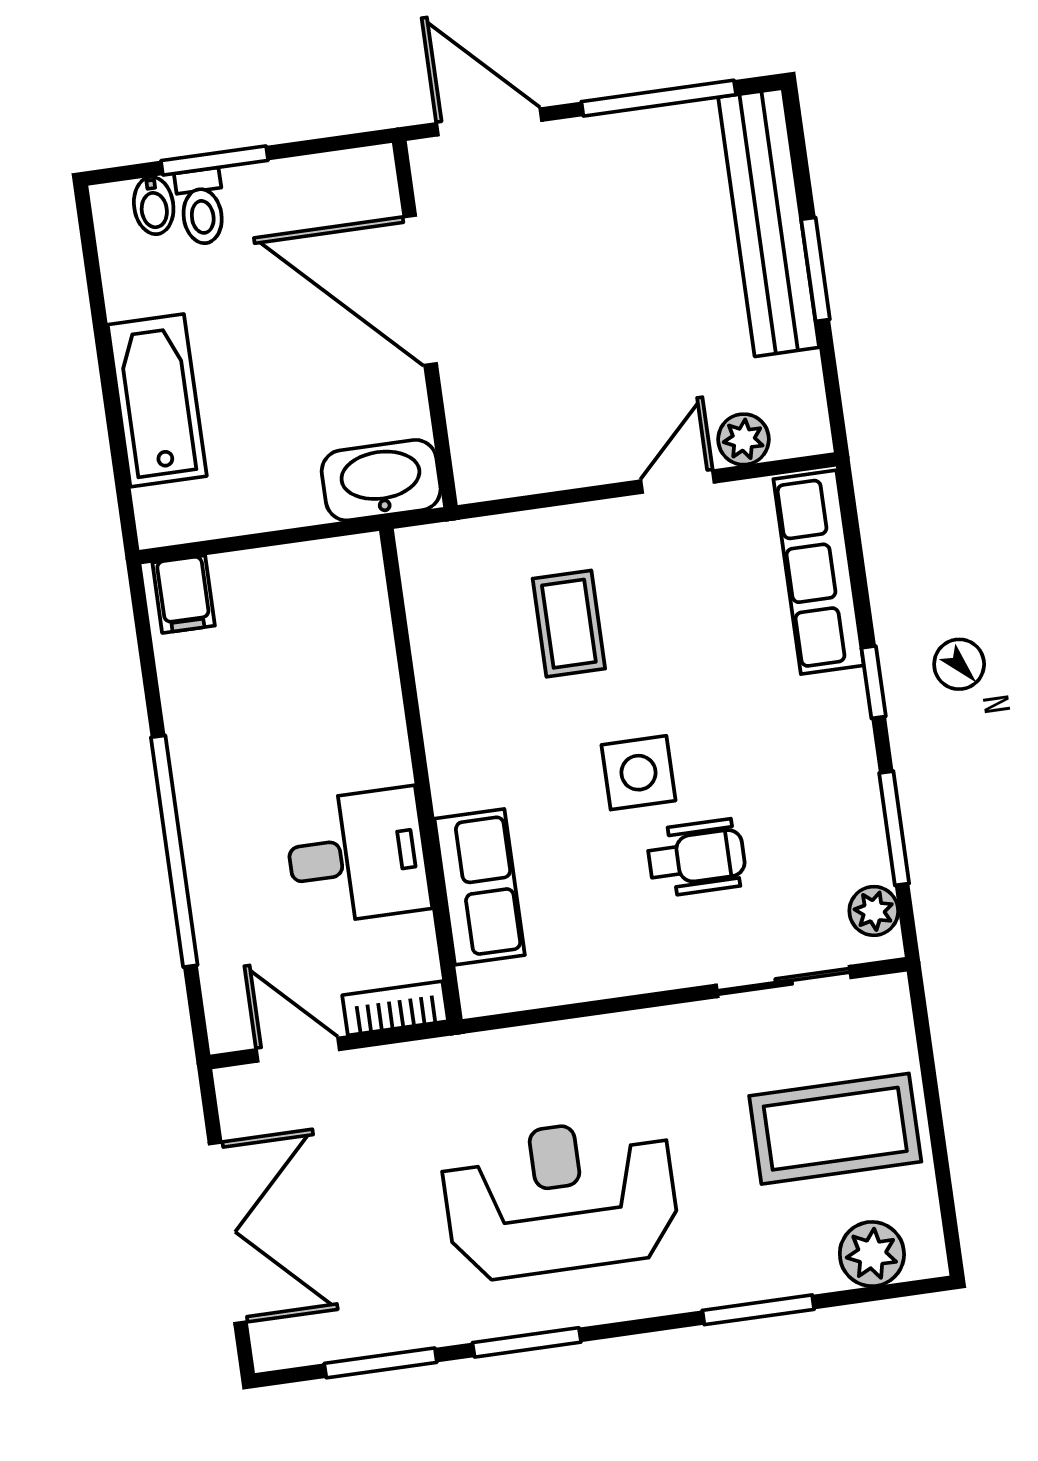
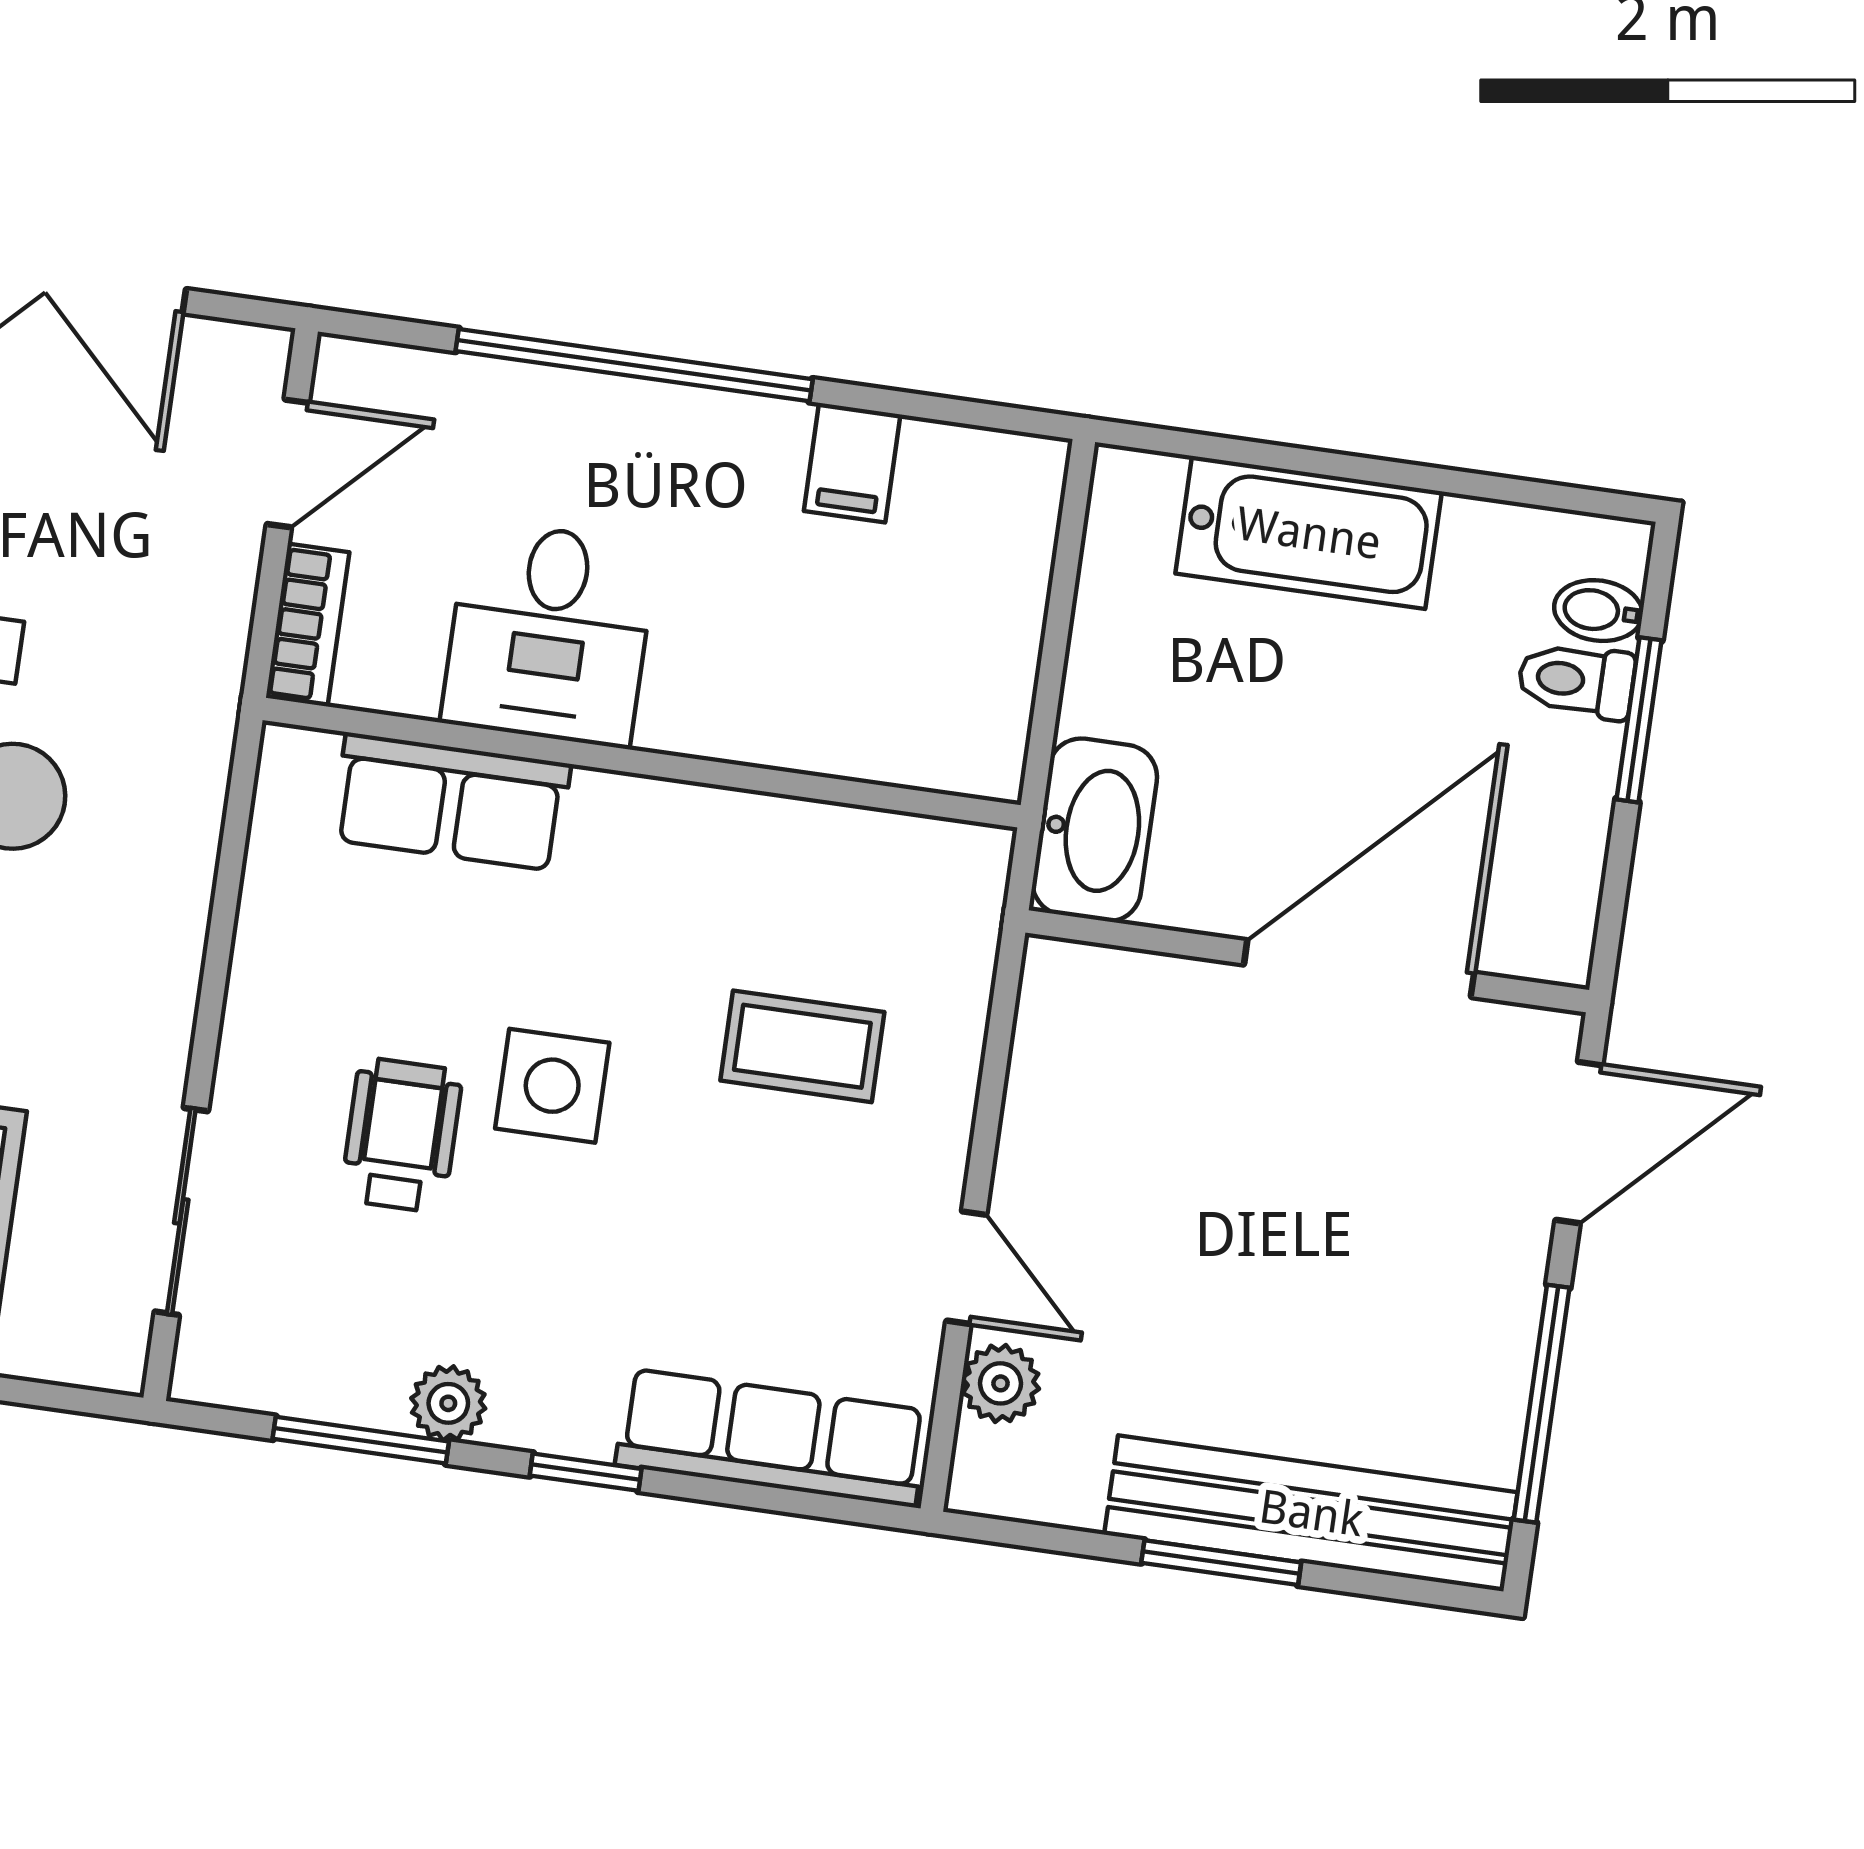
filing cabinet: (184, 594) -> (852, 463), moved, turned -90
wheelchair: (697, 858) -> (402, 1135), turned 180
plant: (874, 911) -> (448, 1403), moved

